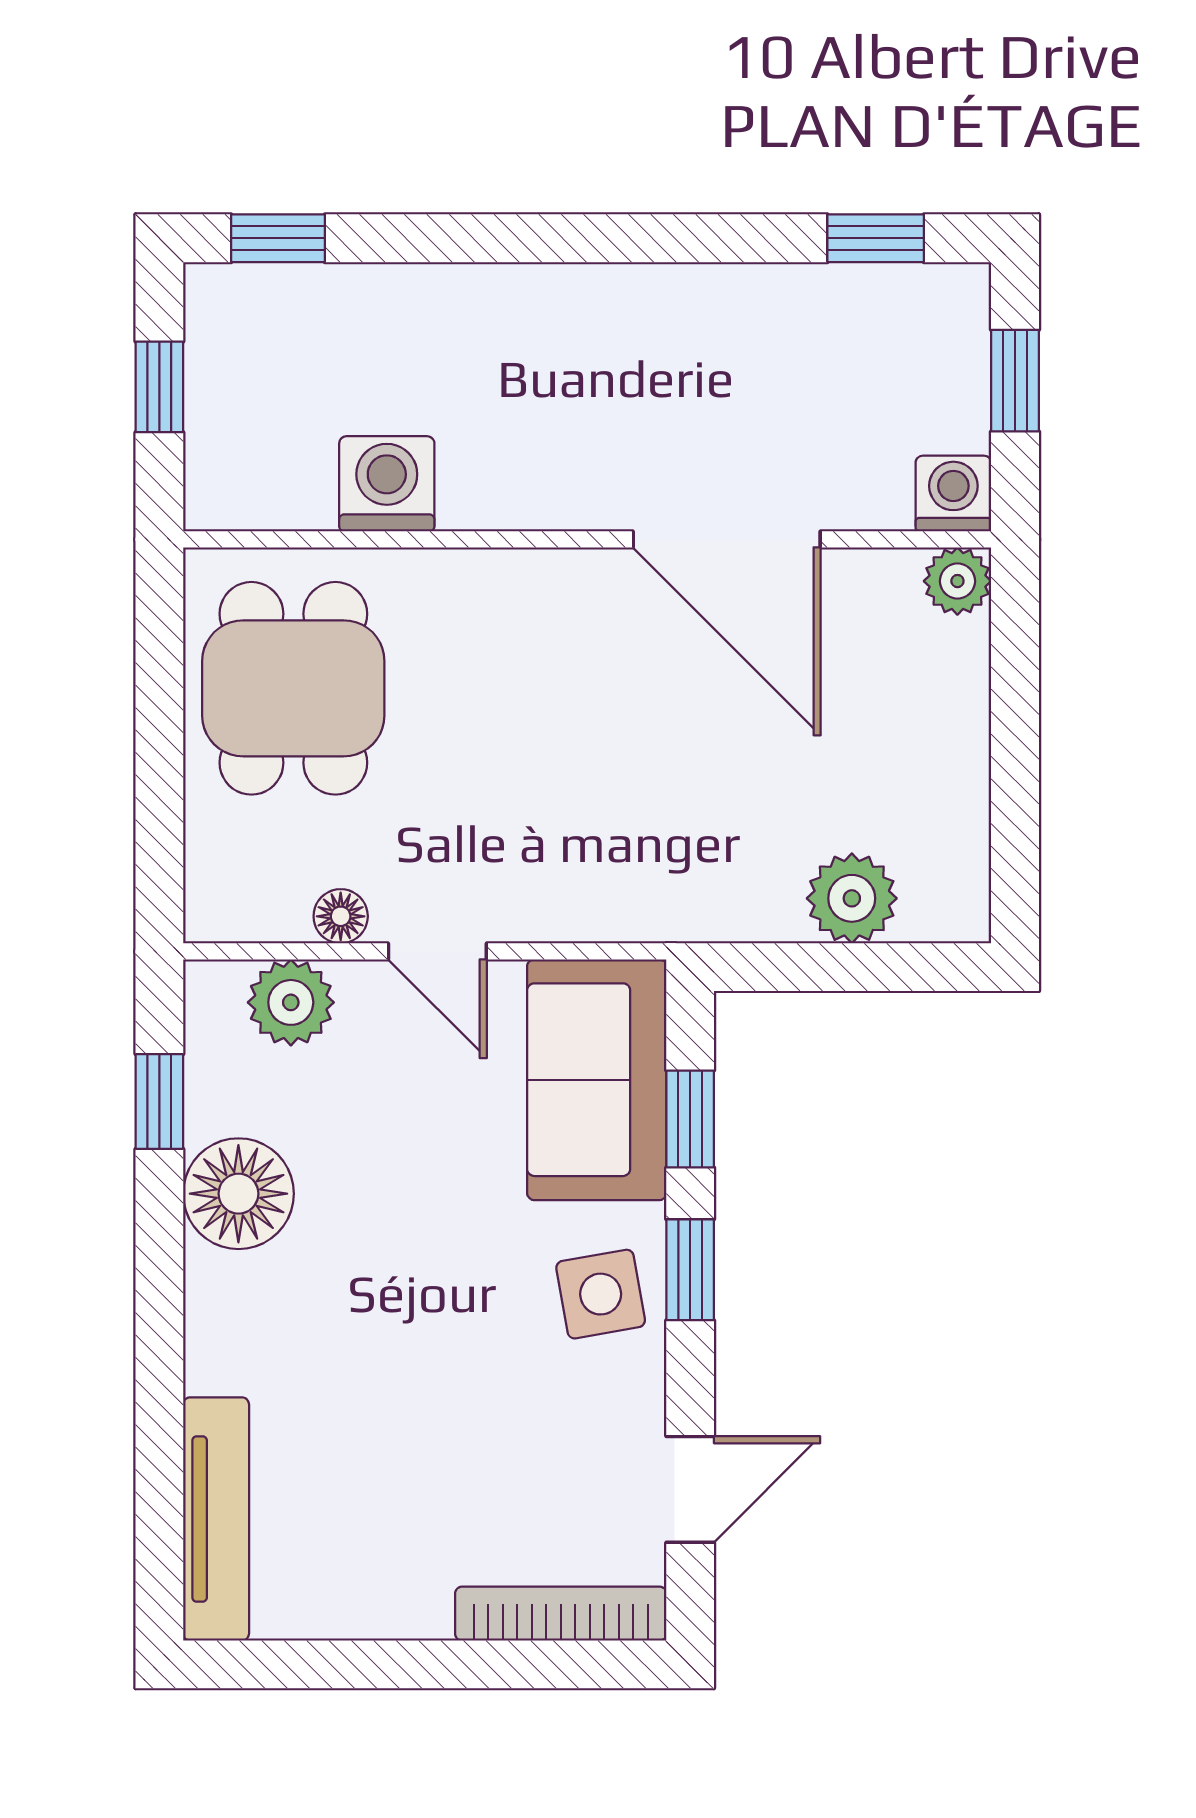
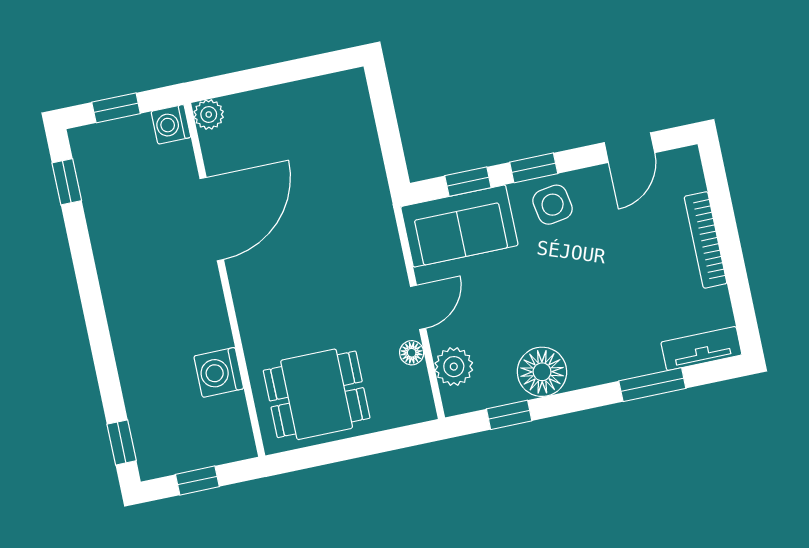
plant: (852, 898) -> (357, 131), removed
window: (159, 1430) -> (652, 385), added
door: (690, 1489) -> (629, 148), swing flipped
tv unit: (216, 1519) -> (701, 348), width x0.71
bookcase: (561, 1614) -> (706, 240), moved

